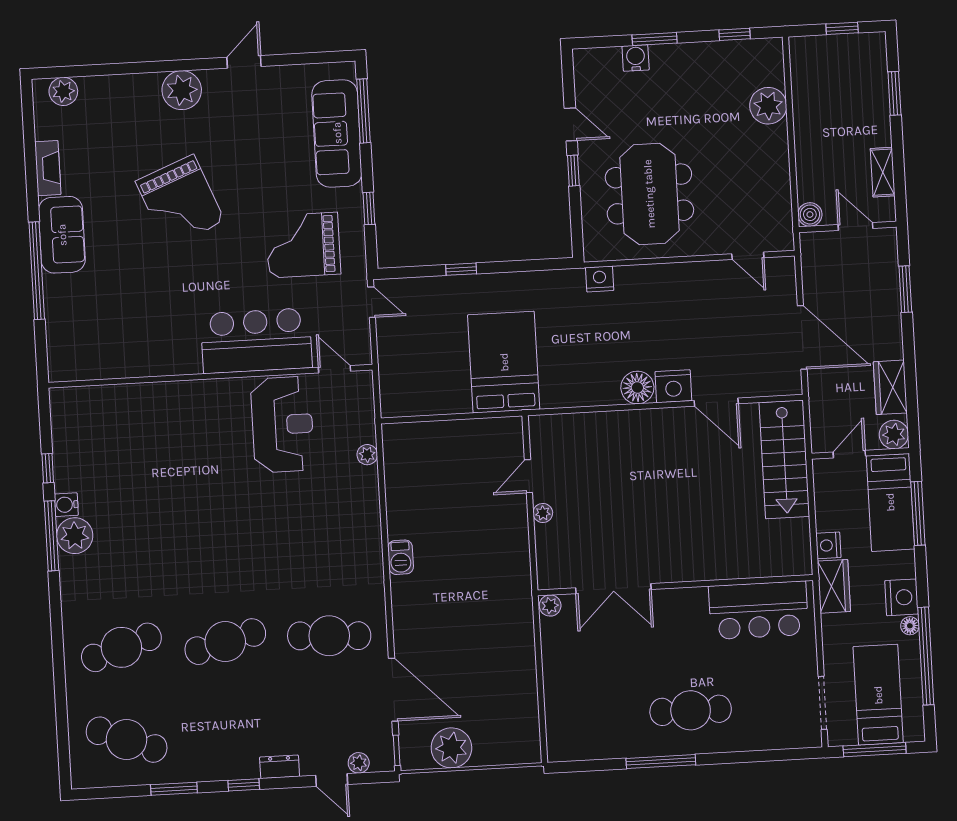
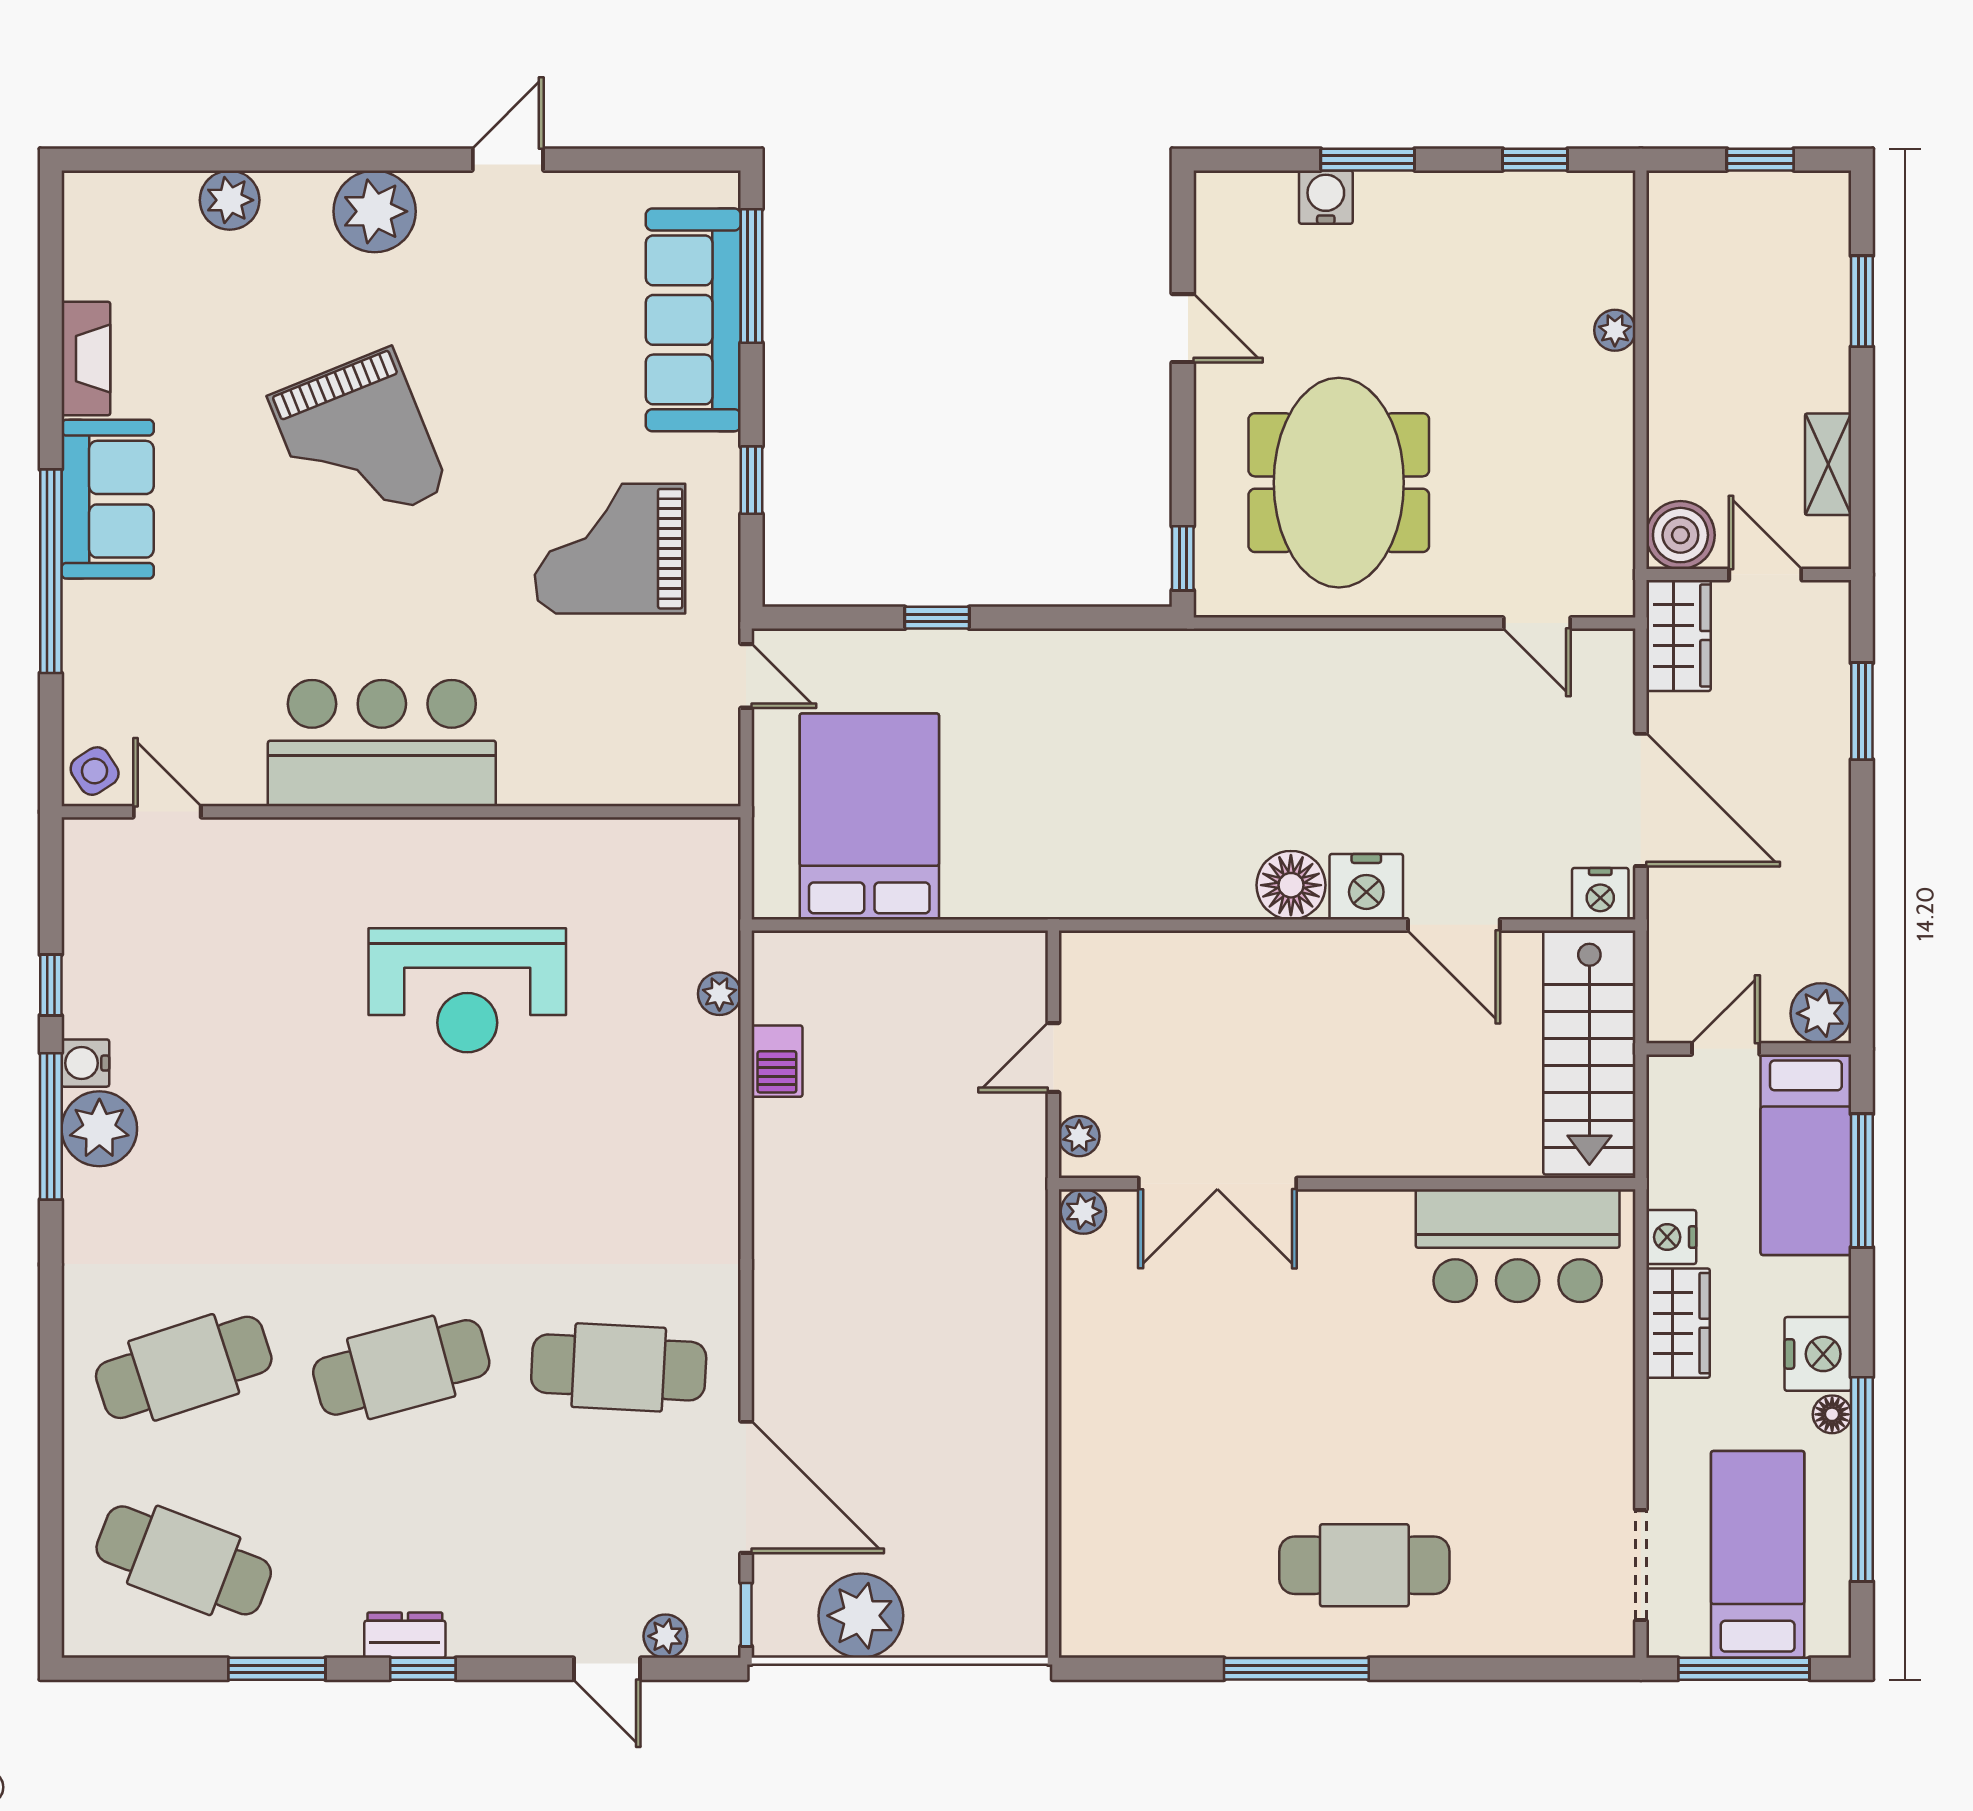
plant: (63, 91) -> (230, 200), moved
plant: (768, 106) -> (1615, 330), width x0.53, depth x0.53
window: (573, 171) -> (1183, 558), moved
boiler: (810, 214) -> (1680, 535), width x1.36, depth x1.36
nightstand: (600, 279) -> (1600, 894), moved, turned 180
bar counter: (256, 341) -> (382, 743), moved
bed: (504, 362) -> (869, 816), moved
side table: (63, 365) -> (95, 771), added
door: (334, 369) -> (167, 812), moved
wardrobe: (890, 387) -> (1678, 636), moved, turned 180
reception desk: (282, 425) -> (467, 990), moved, turned 90
barbecue: (401, 557) -> (777, 1061), moved
wall: (675, 585) -> (1347, 1184), moved
double door: (613, 589) -> (1217, 1184), moved
plant: (550, 606) -> (1083, 1211), moved
bar counter: (758, 610) -> (1518, 1246), moved
dresser: (280, 767) -> (405, 1635), moved

